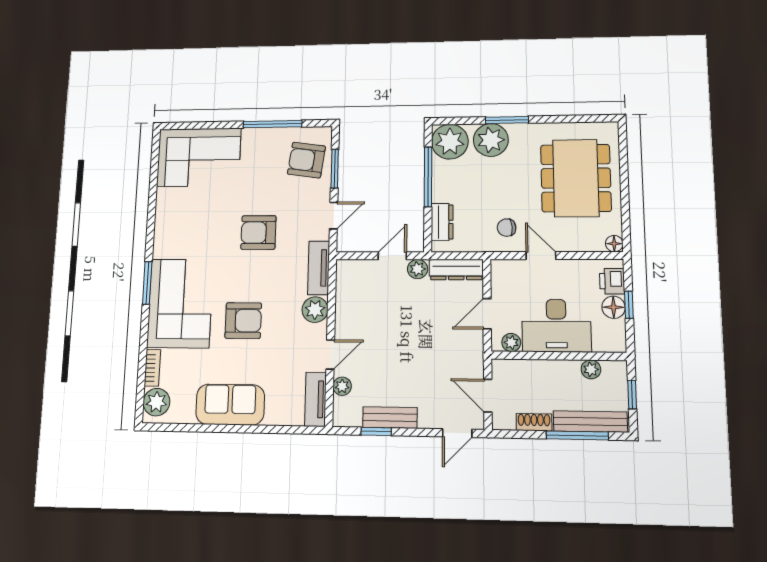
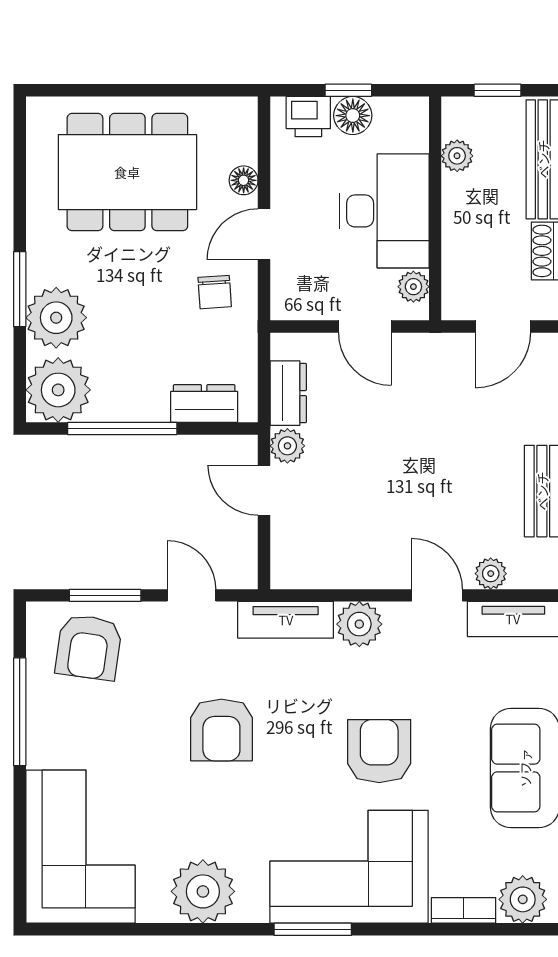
plant: (171, 223) -> (203, 891), added
floor lamp: (614, 244) -> (244, 180), moved
dresser: (456, 269) -> (288, 393), width x0.70

